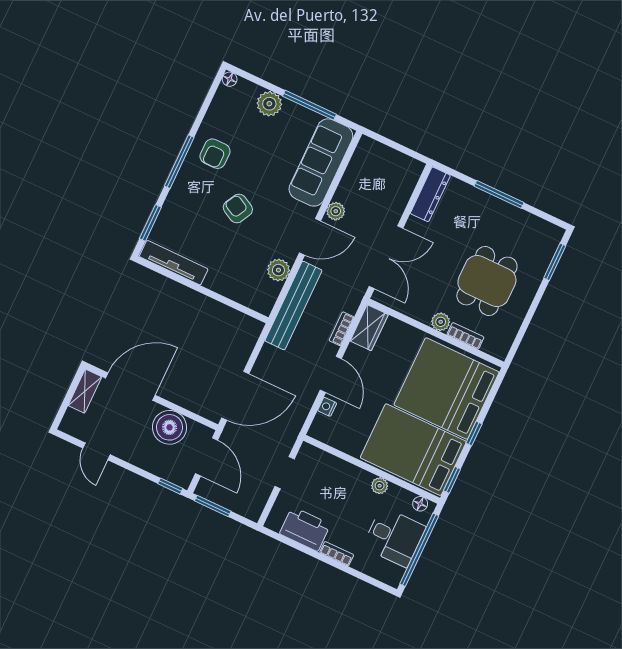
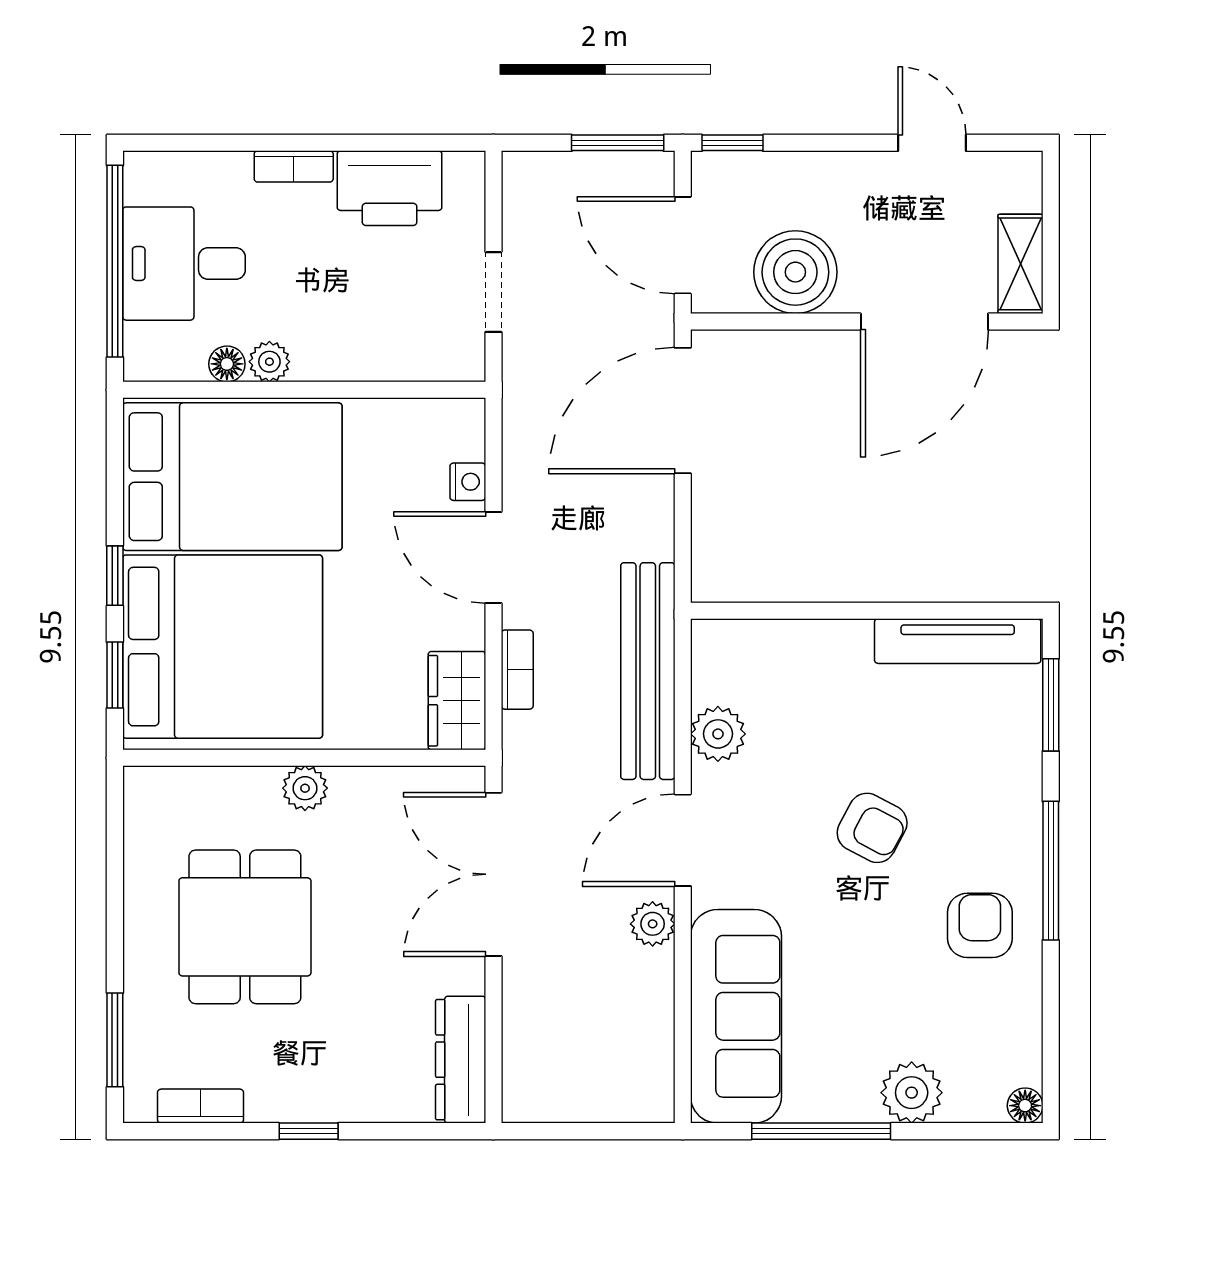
window: (499, 194) -> (309, 1131), width x0.46
bookcase: (465, 336) -> (201, 1106), moved, turned 180
window: (452, 480) -> (115, 675), moved
floor lamp: (420, 504) -> (227, 364), moved

